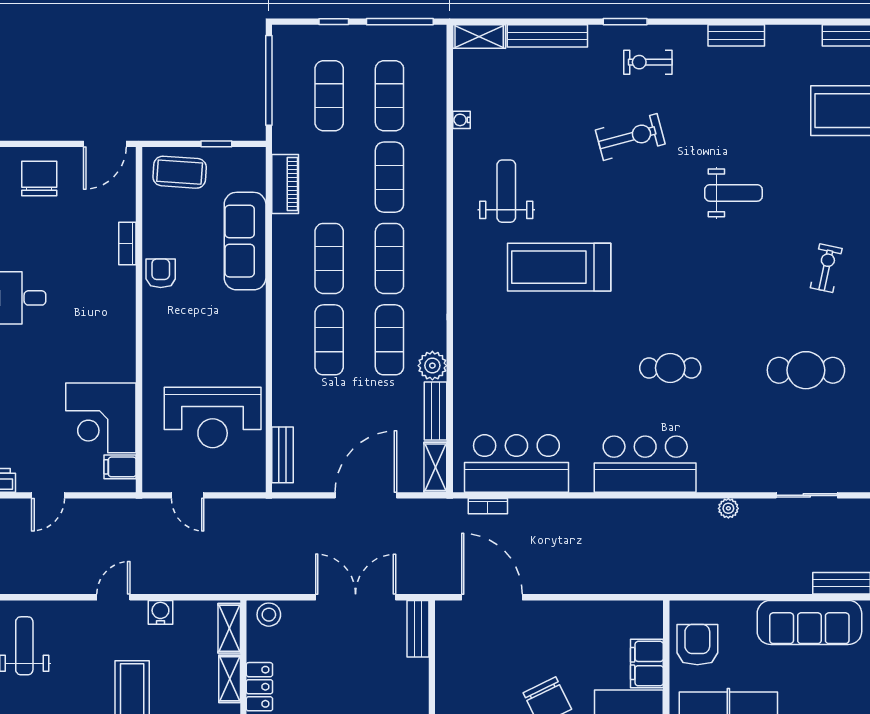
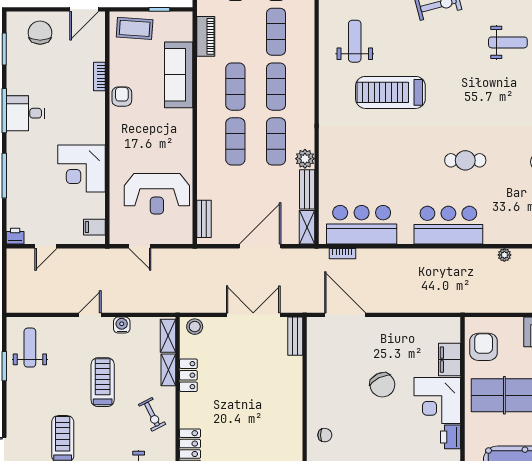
corner desk: (101, 418) -> (82, 168), moved

